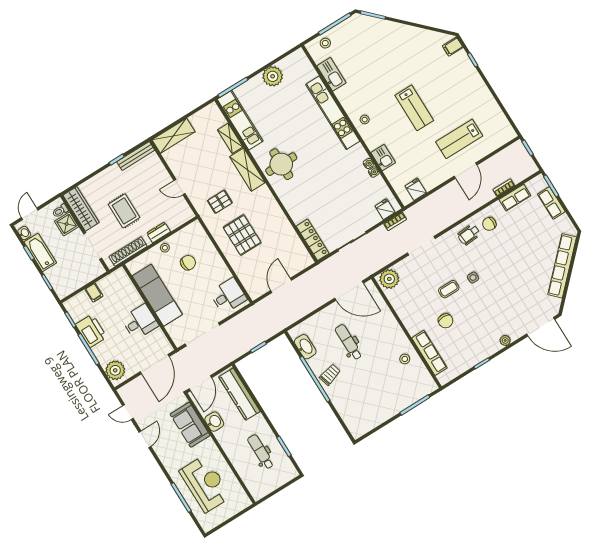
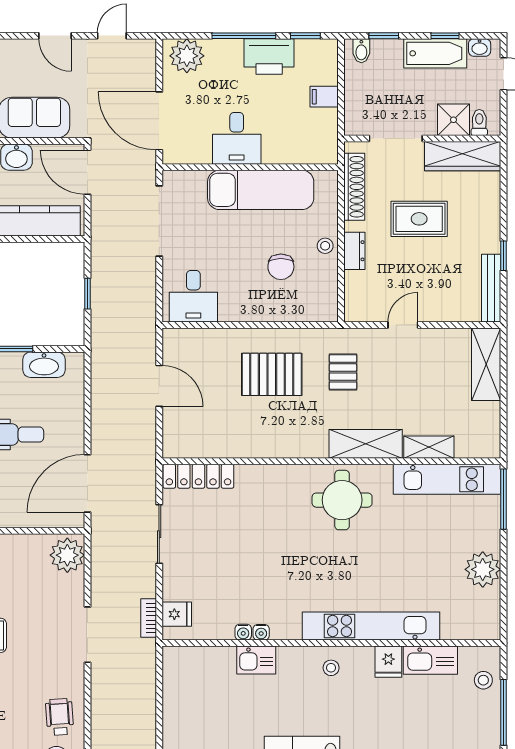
fridge: (416, 189) -> (388, 662), moved, turned 90
bidet: (61, 288) -> (361, 51), added

